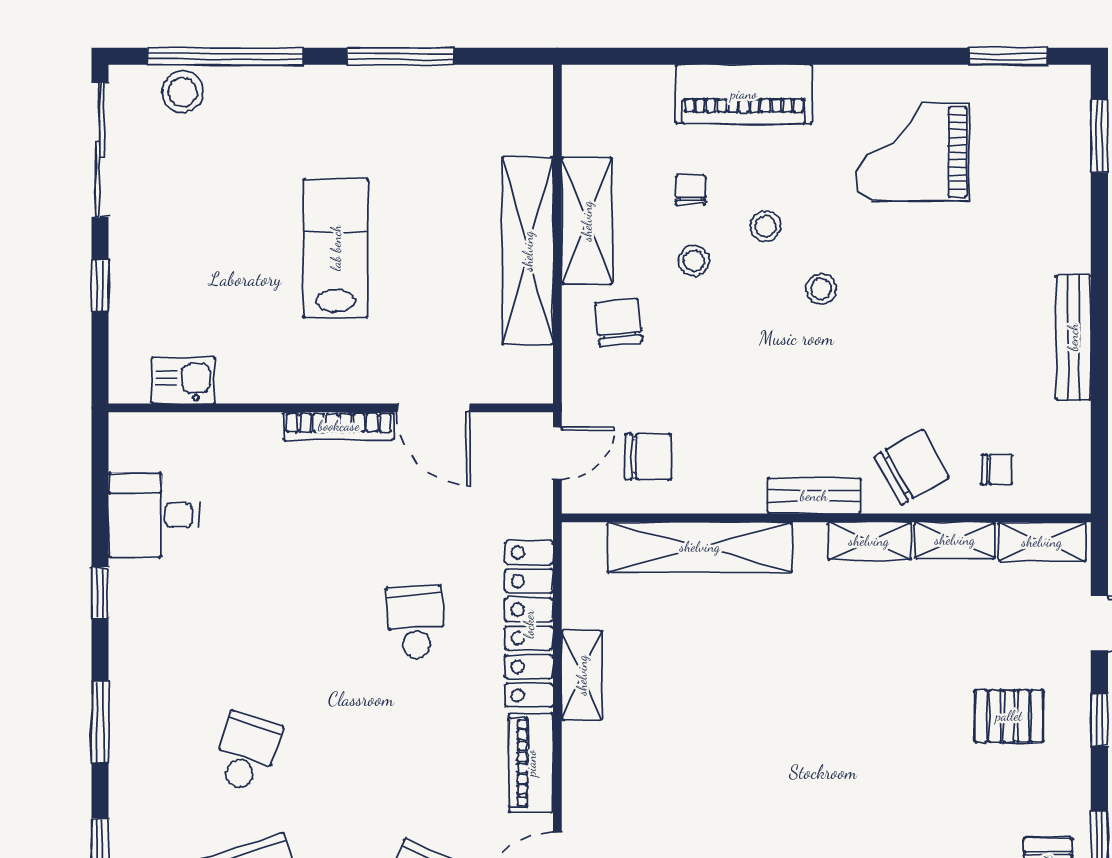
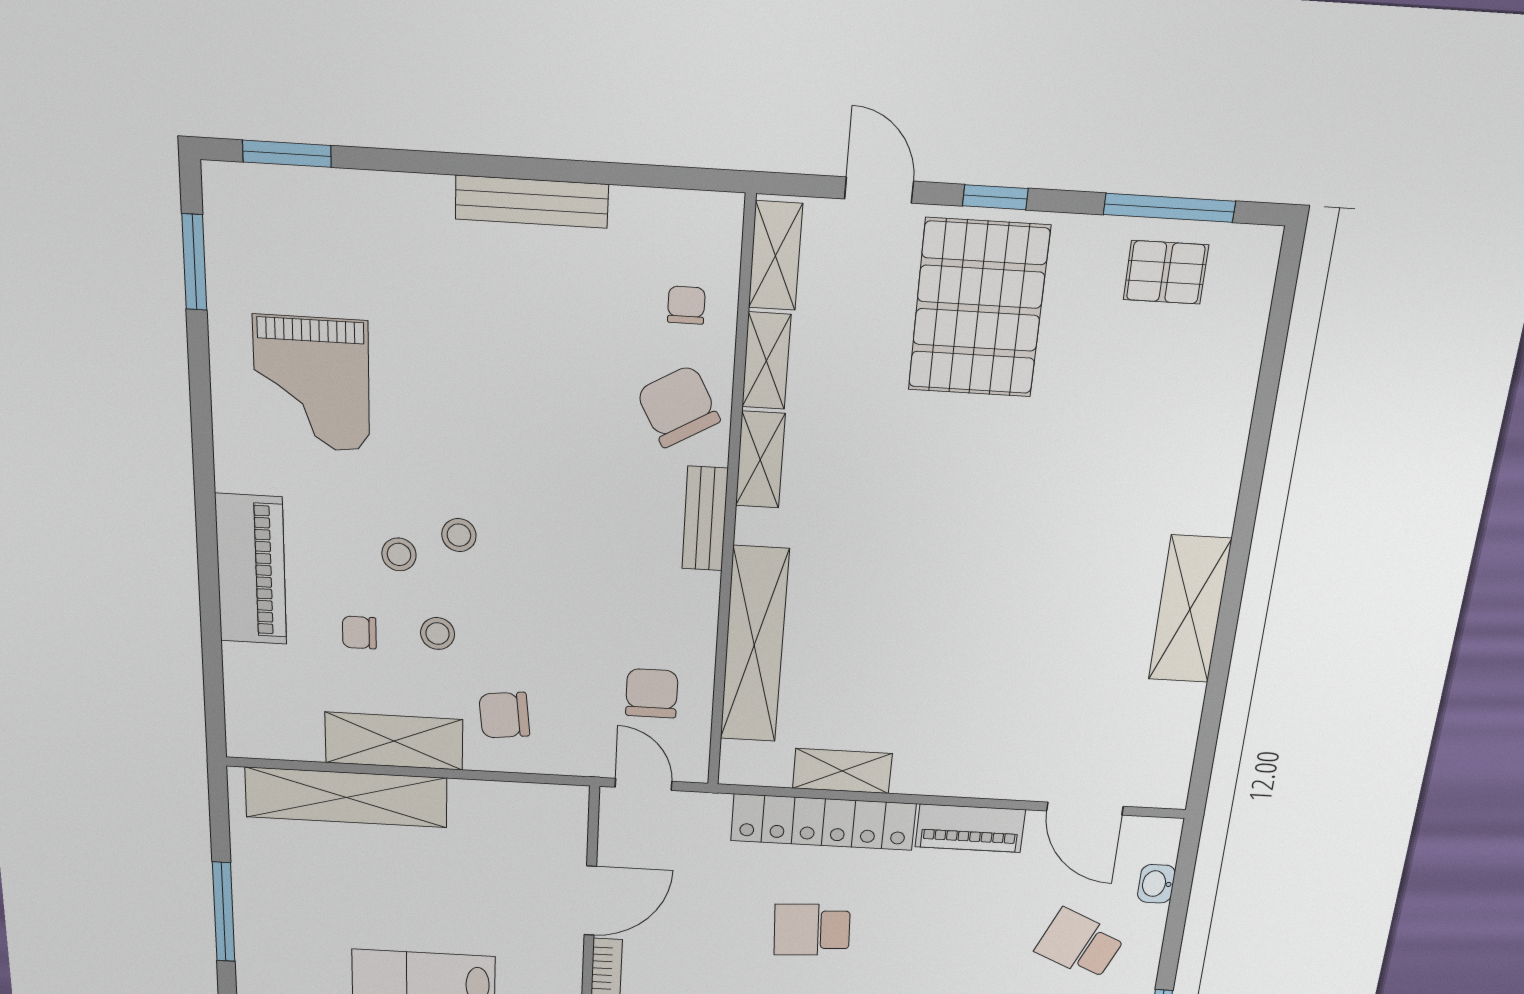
shelving: (528, 251) -> (346, 797), moved
stool: (821, 289) -> (459, 535), moved
shelving: (582, 675) -> (842, 771), moved
pallet: (1009, 716) -> (979, 308), width x2.05, depth x2.00

